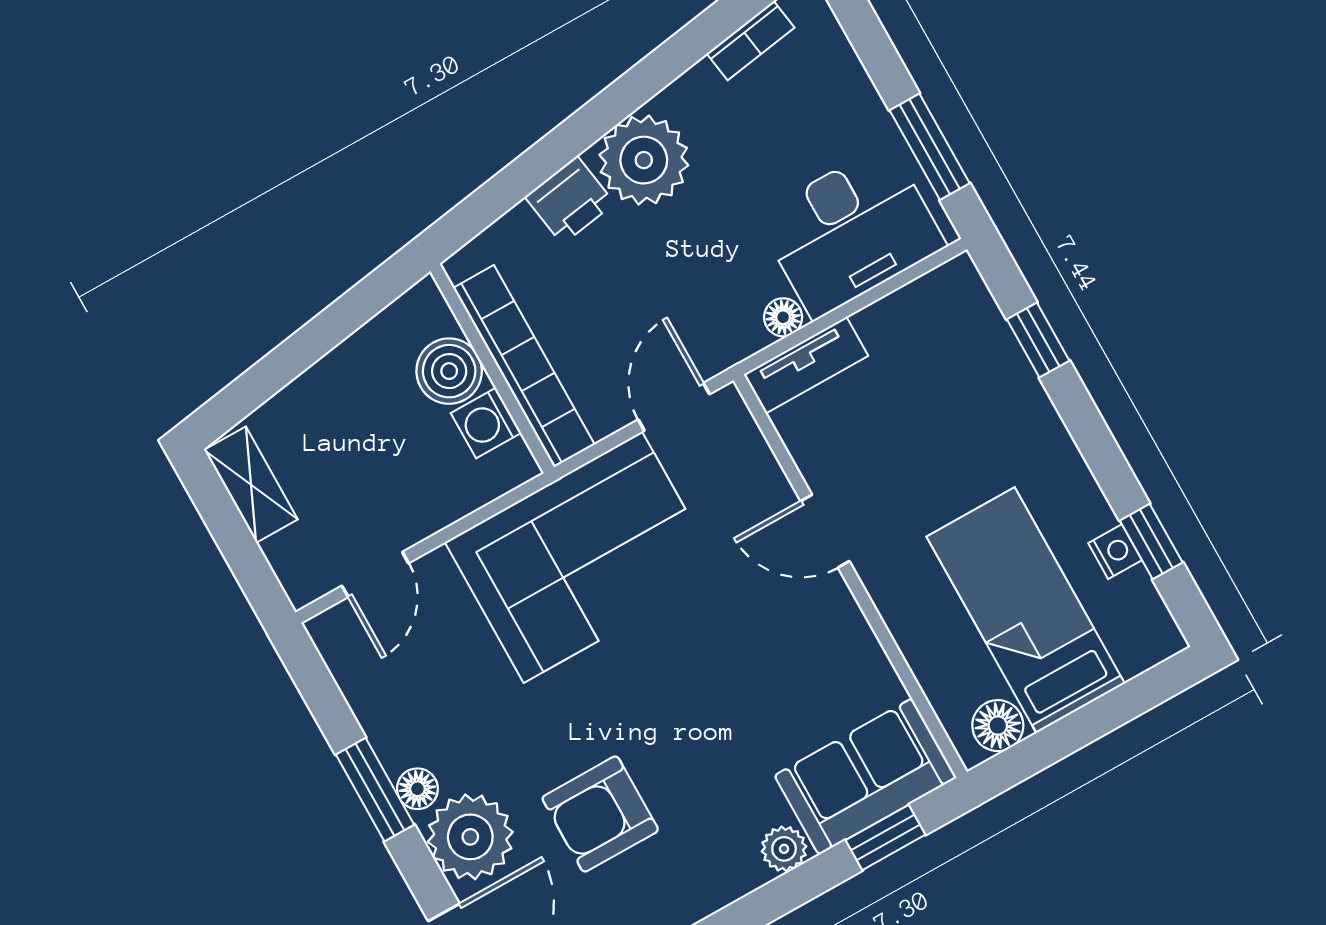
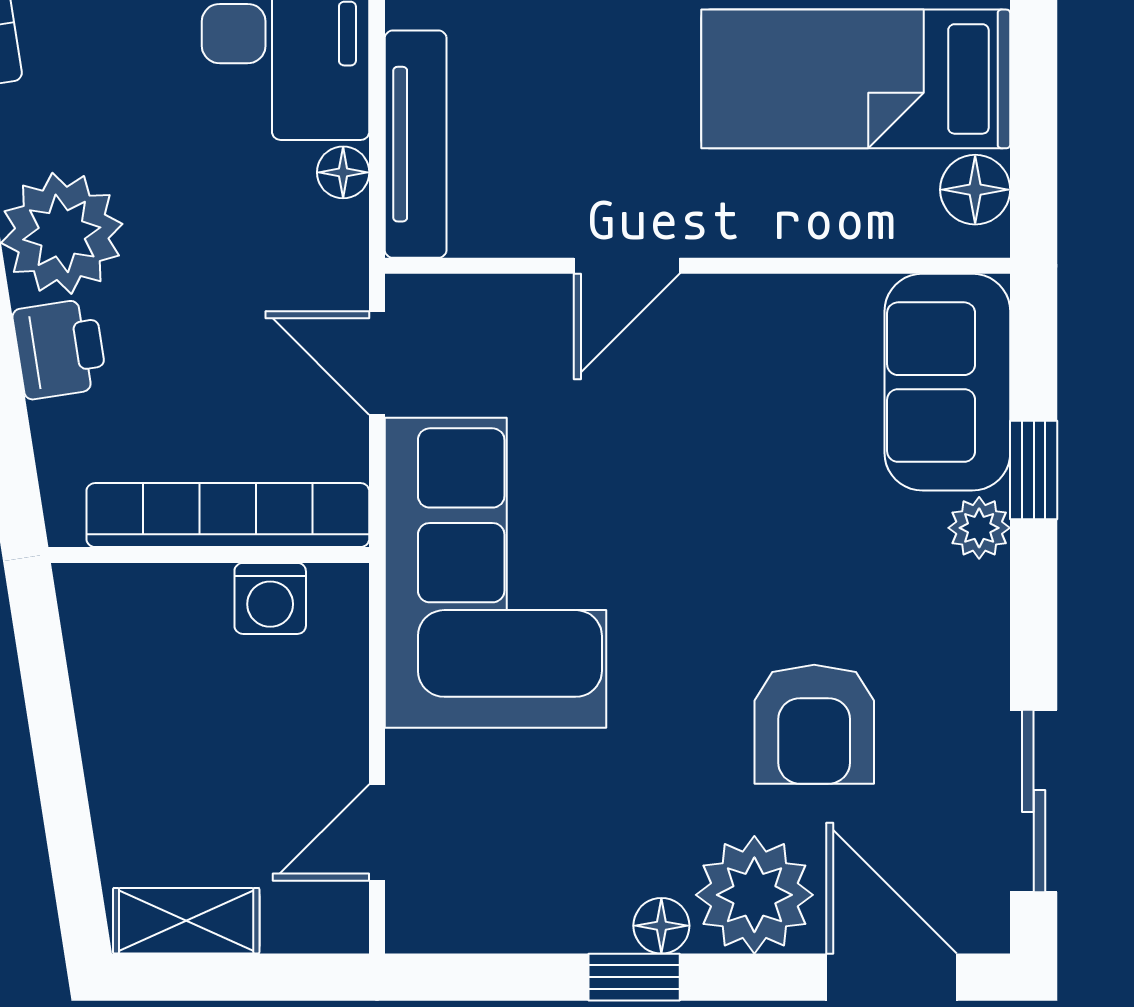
tv unit: (806, 365) -> (416, 144), width x1.41
boiler: (449, 371) -> (183, 608), removed
door: (375, 575) -> (377, 832), swing flipped
window: (375, 790) -> (634, 977), width x0.67
window: (885, 837) -> (1034, 470), moved

